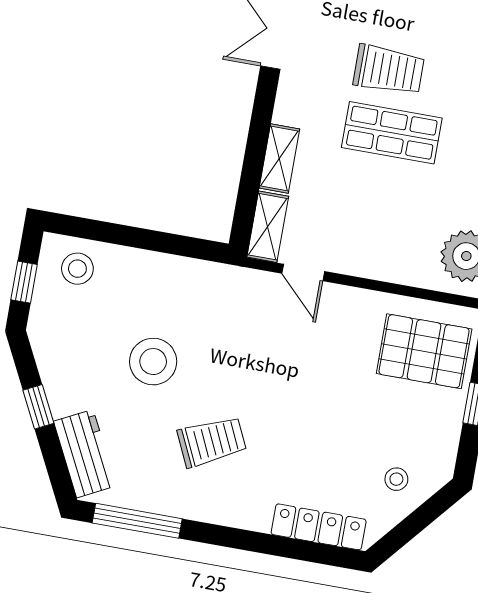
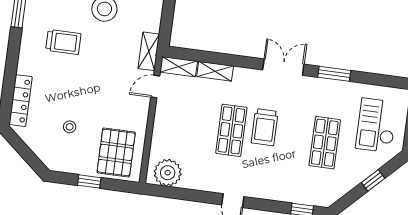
shelving: (237, 282) -> (149, 51), added
trolley: (212, 442) -> (63, 42), turned -65
stool: (396, 479) -> (70, 127), moved

